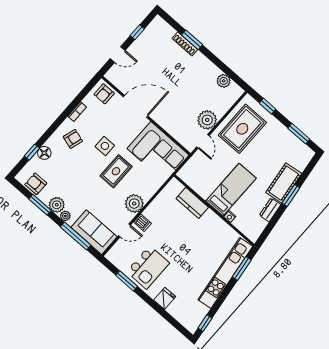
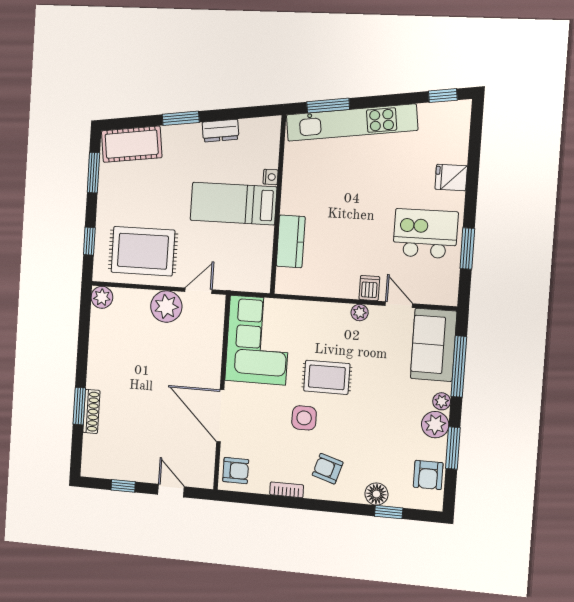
plant: (224, 81) -> (102, 297), moved
cot: (284, 183) -> (132, 144), moved
plant: (134, 204) -> (360, 313), width x0.53, depth x0.53

